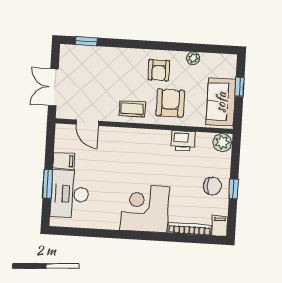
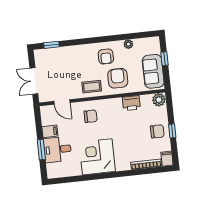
chair: (124, 149) -> (91, 116), added
desk: (70, 194) -> (58, 149), width x0.73
corner desk: (145, 208) -> (97, 157), moved

